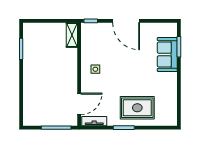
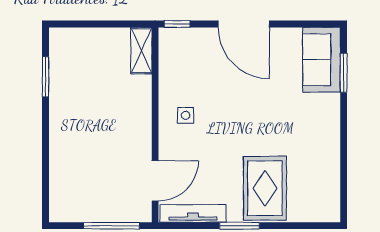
sofa: (167, 55) -> (322, 60), moved
rug: (137, 108) -> (265, 188), turned 90
tv unit: (94, 121) -> (193, 213), width x1.41

